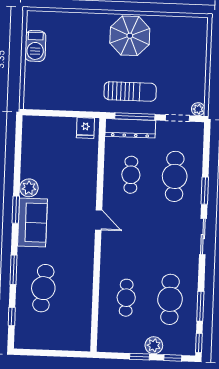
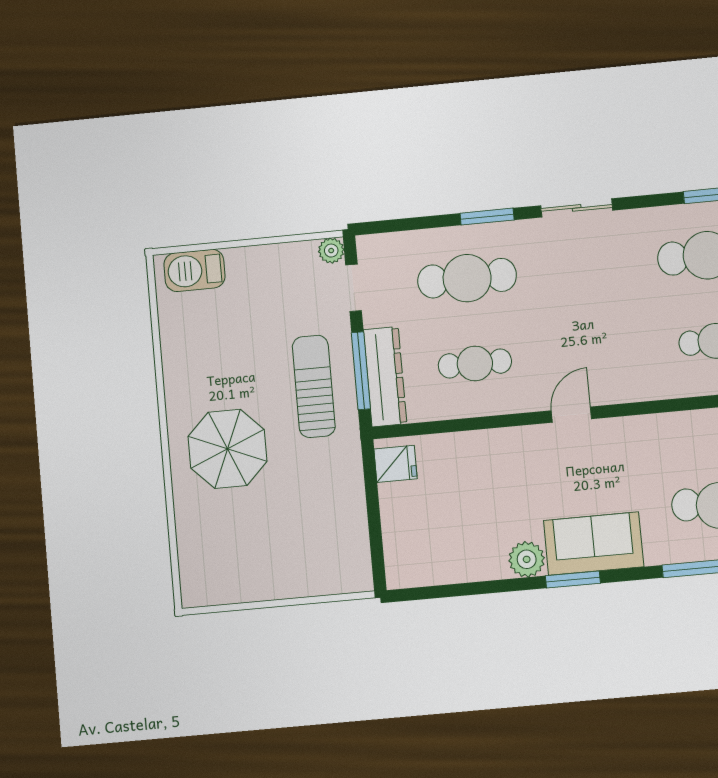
parasol: (130, 36) -> (228, 449), moved
barbecue: (35, 46) -> (194, 270), moved, turned 180

